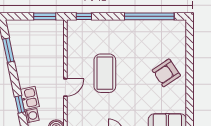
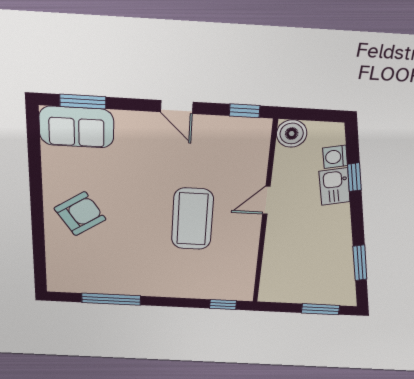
window: (45, 16) -> (320, 309), moved
window: (149, 16) -> (111, 299), width x0.68

